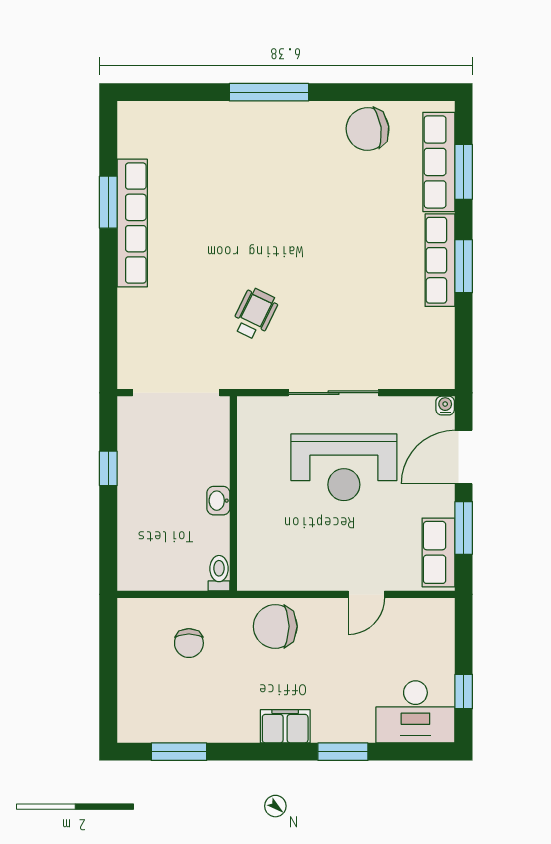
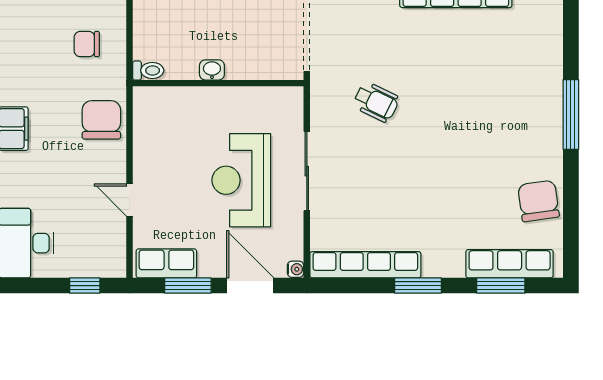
row of seats: (440, 260) -> (365, 265), moved, width x1.36
window: (464, 692) -> (85, 286), moved

